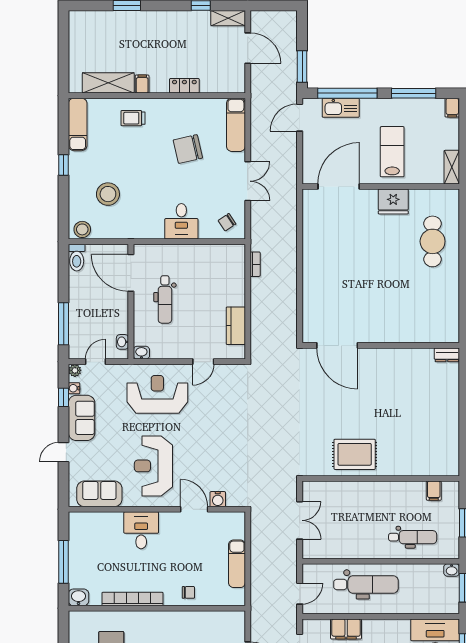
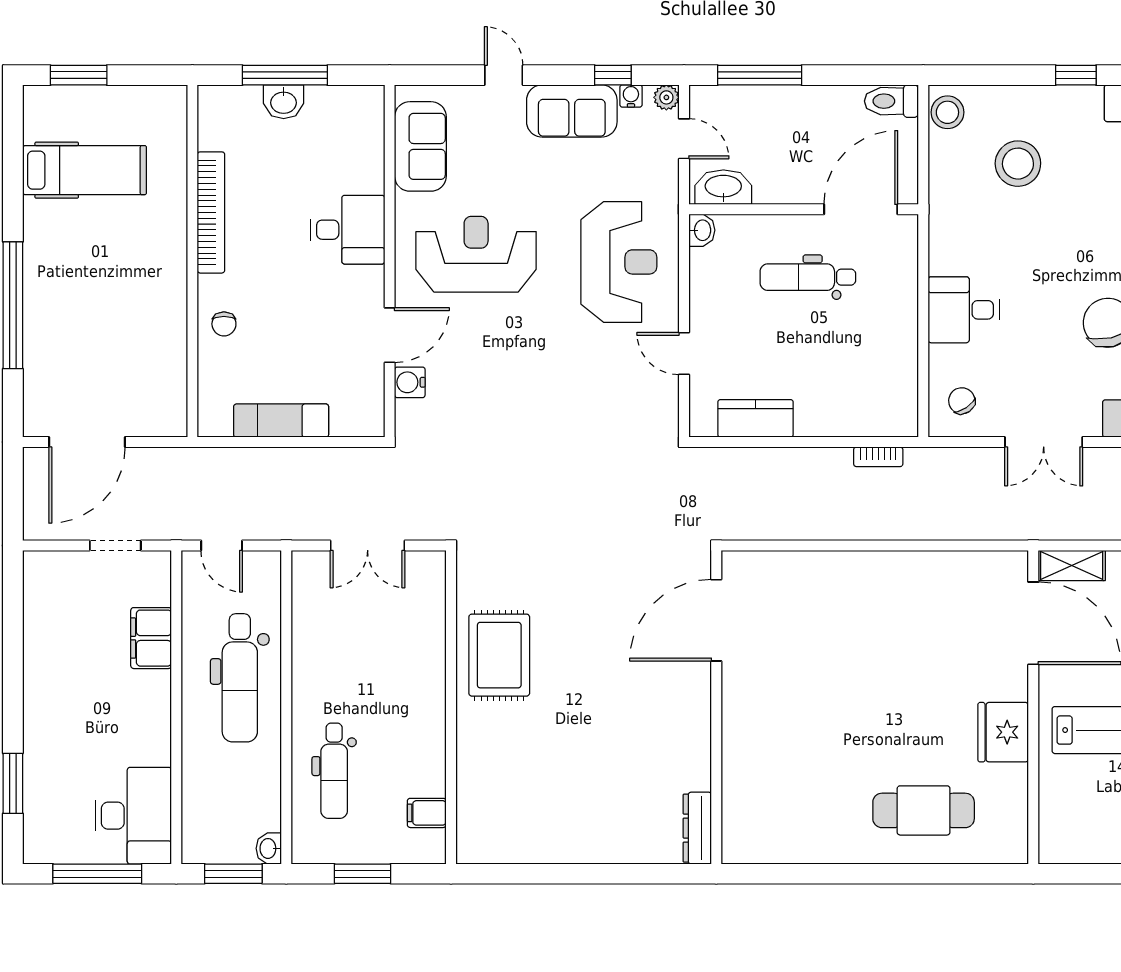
shelving: (452, 167) -> (1072, 566), moved
washbasin: (122, 342) -> (723, 187), width x1.91, depth x1.45
dresser: (447, 355) -> (697, 828), width x1.44
washbasin: (79, 597) -> (284, 102), moved, turned 90

